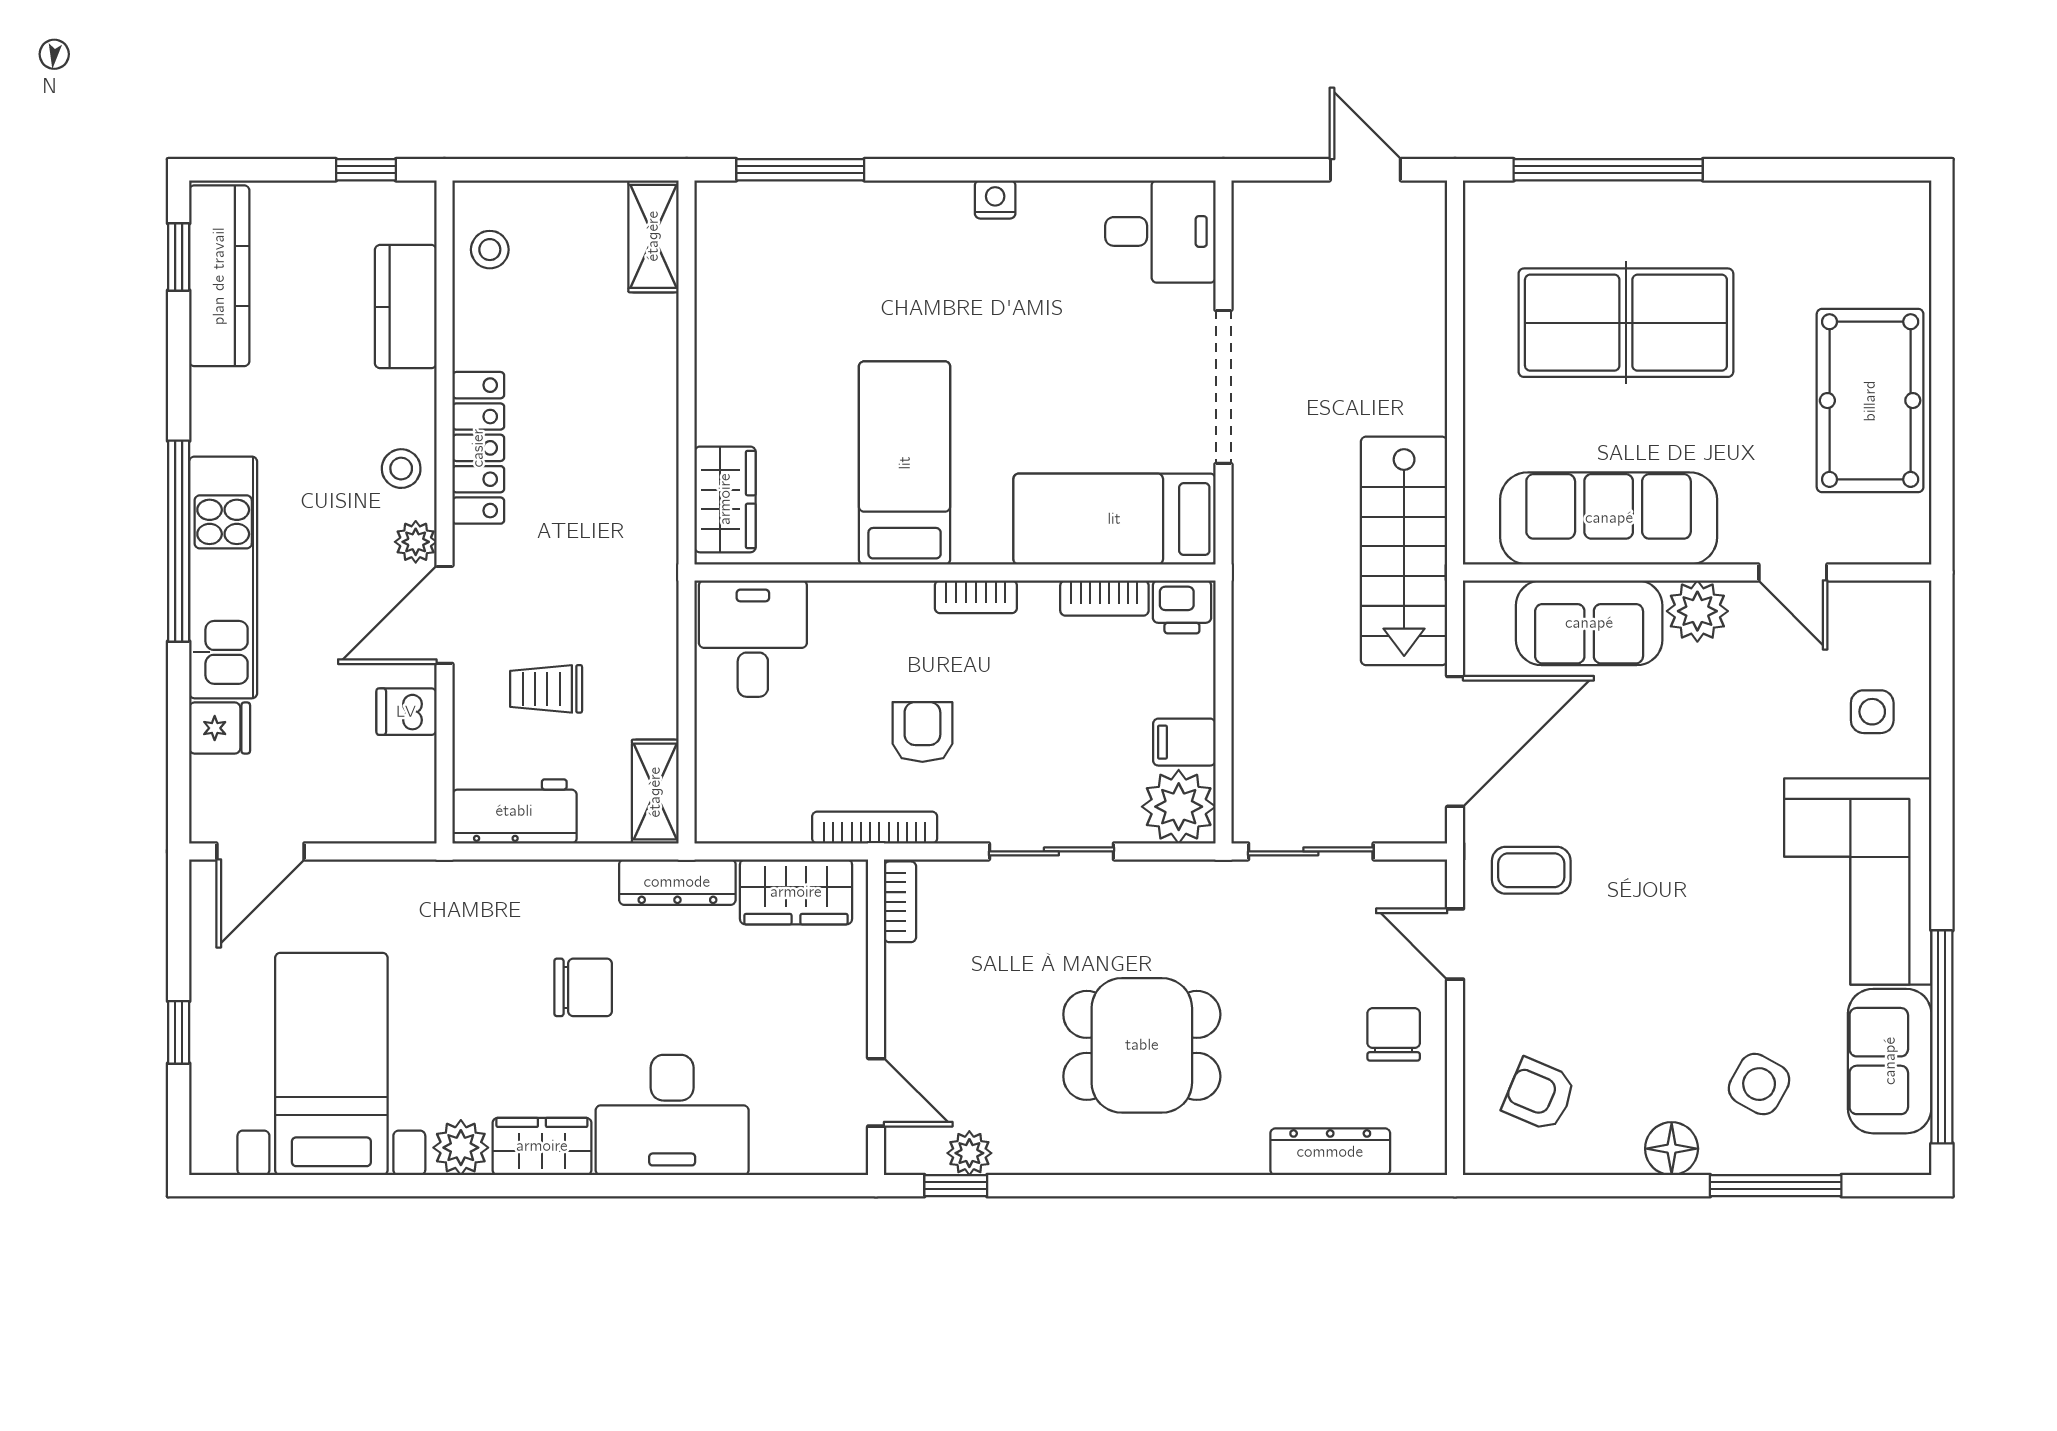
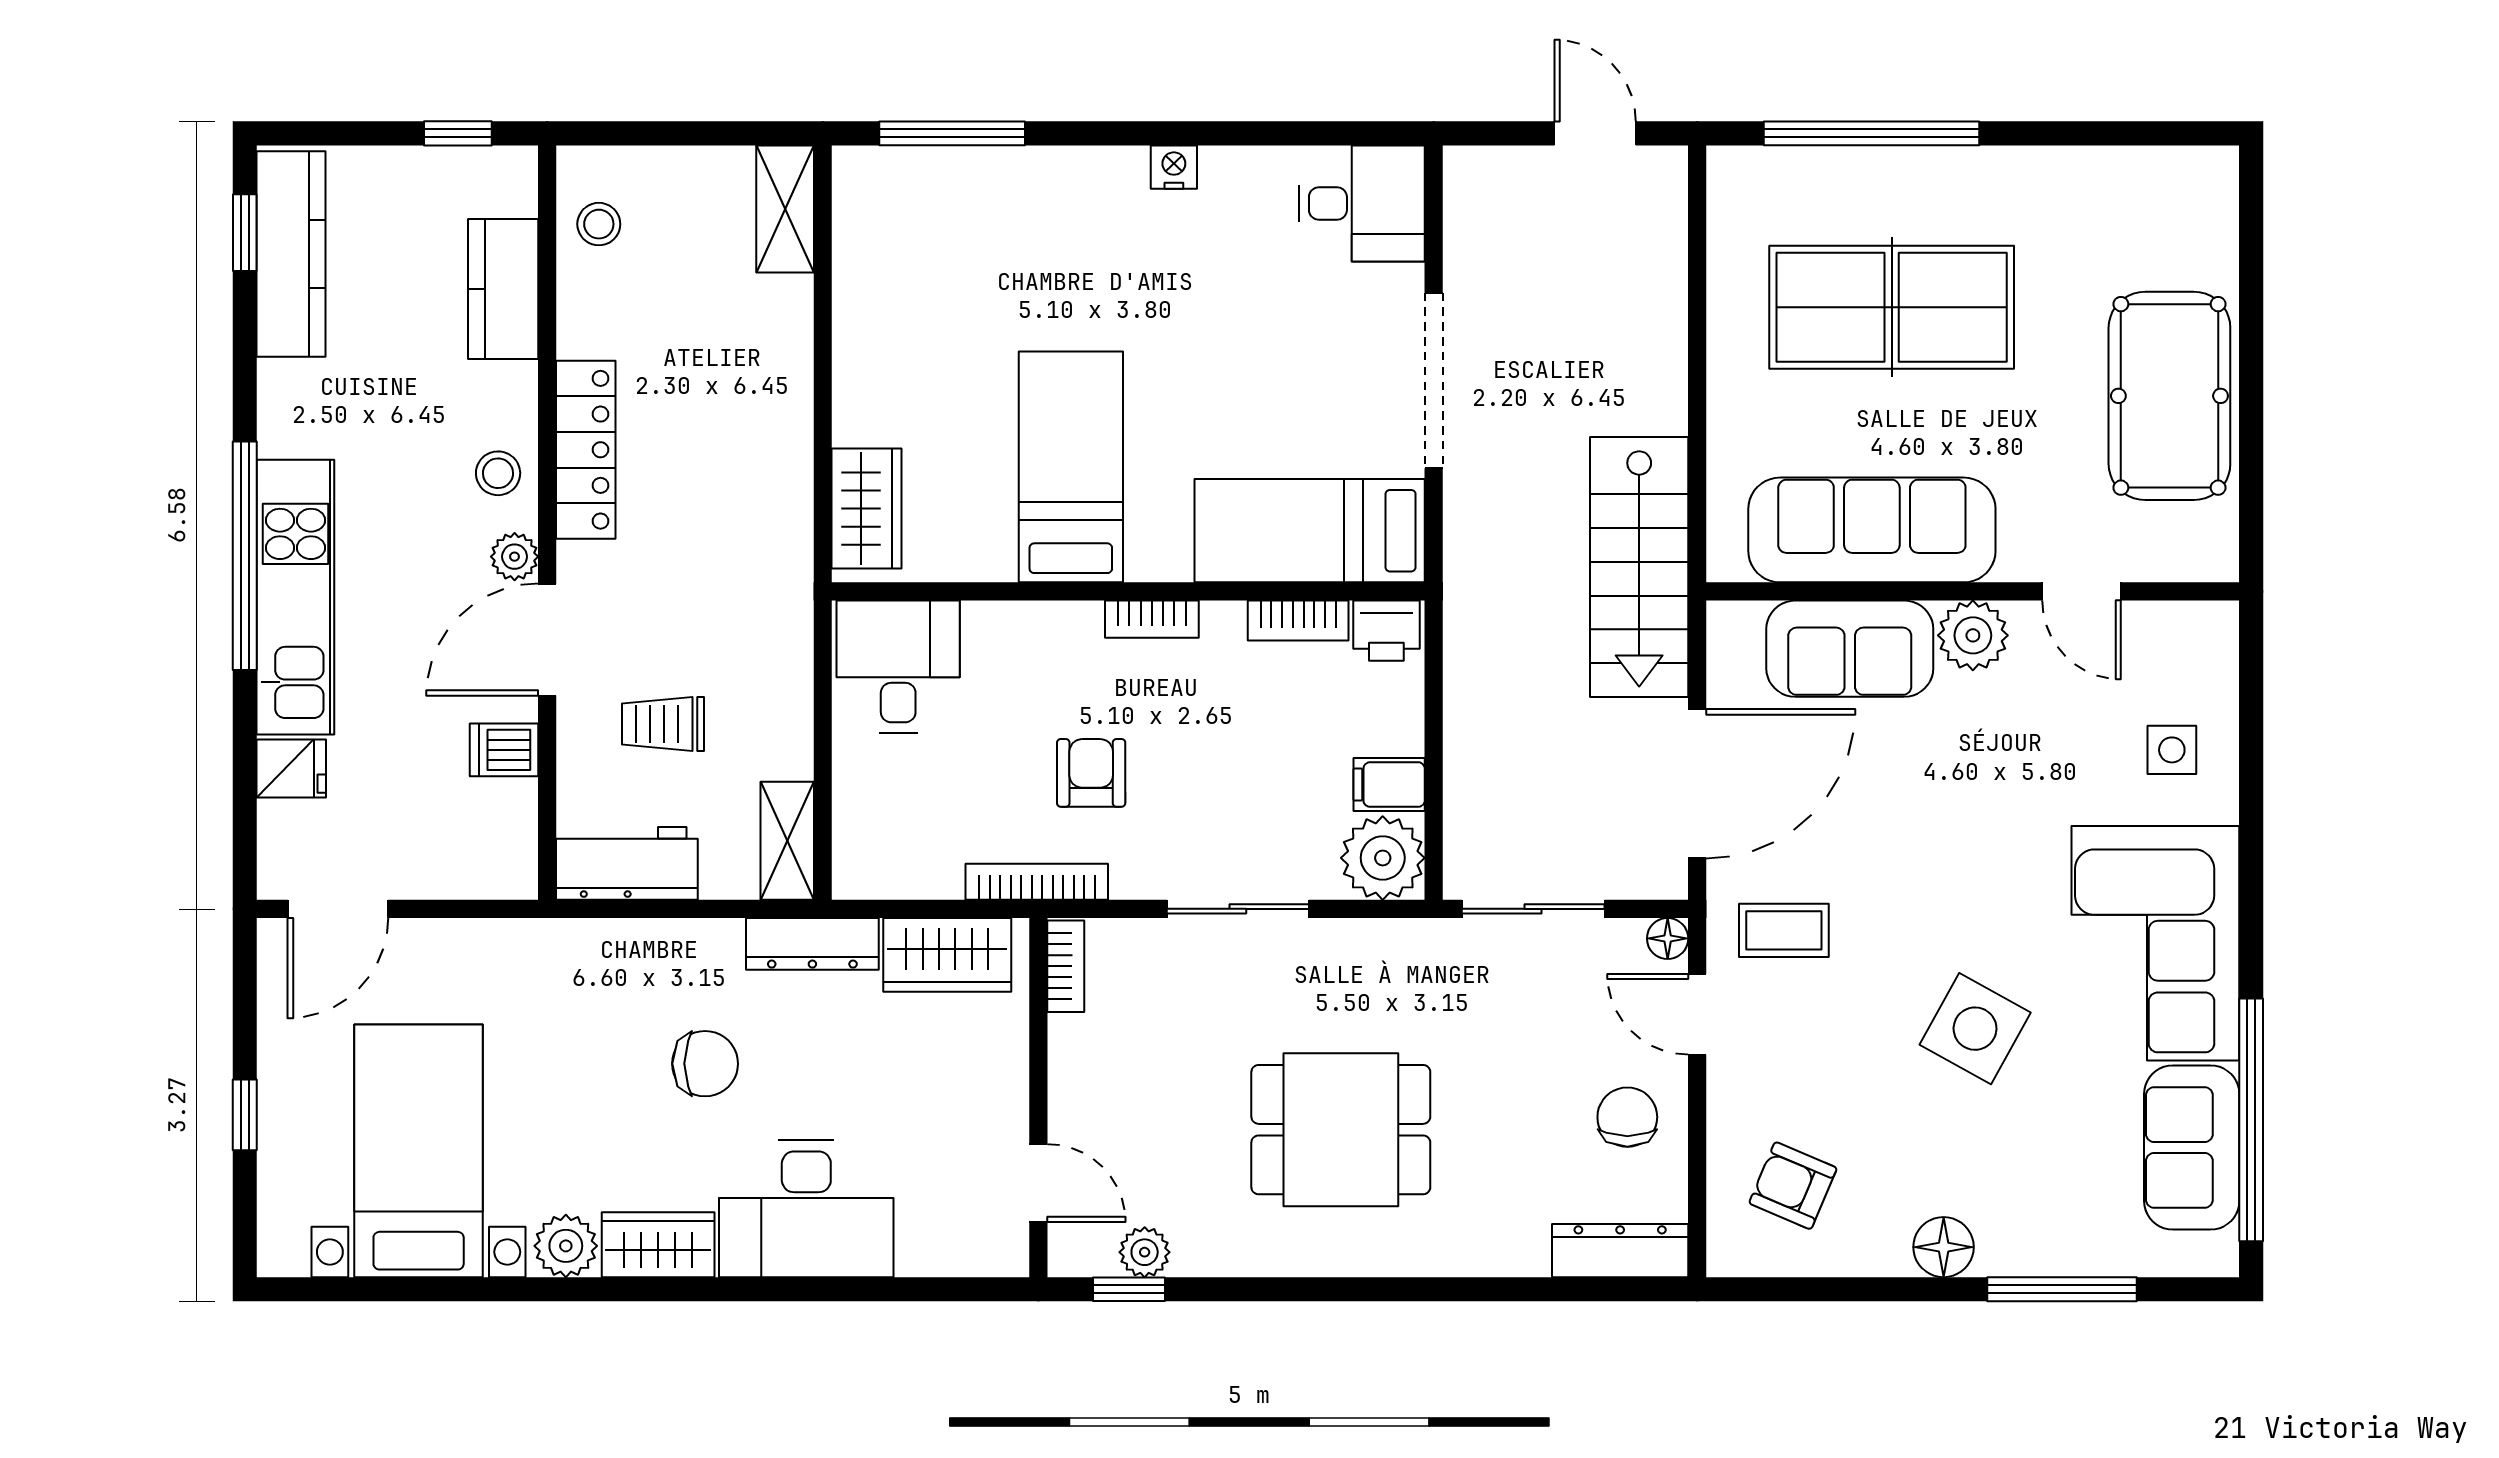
floor lamp: (1429, 877) -> (1668, 938), added
side table: (1759, 1084) -> (1975, 1029), moved, width x1.37, depth x1.37
dresser: (1330, 1152) -> (1620, 1251), moved

